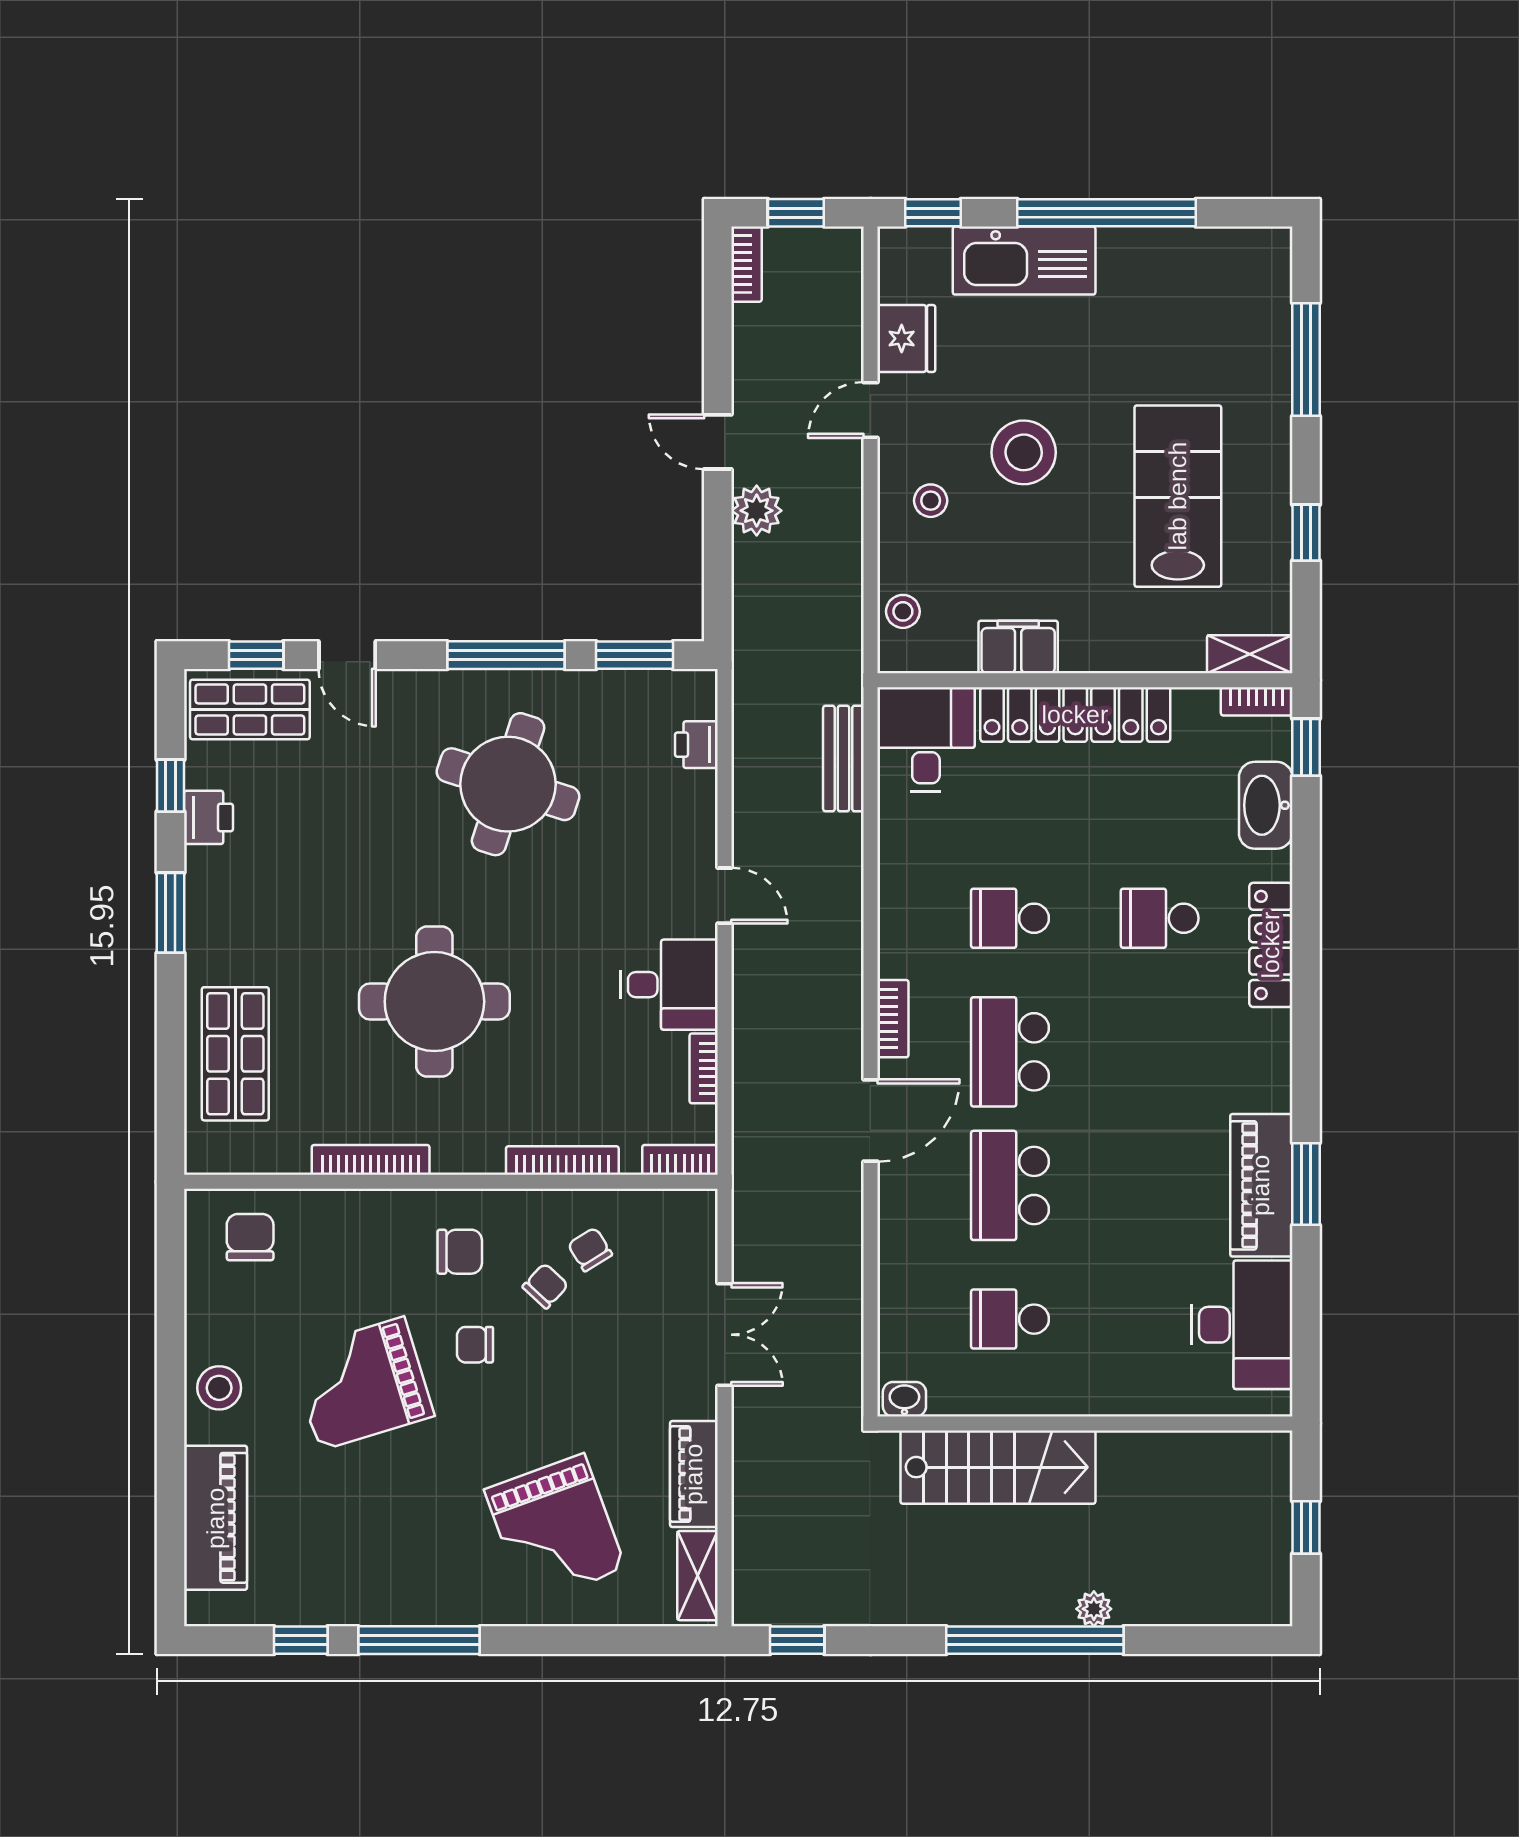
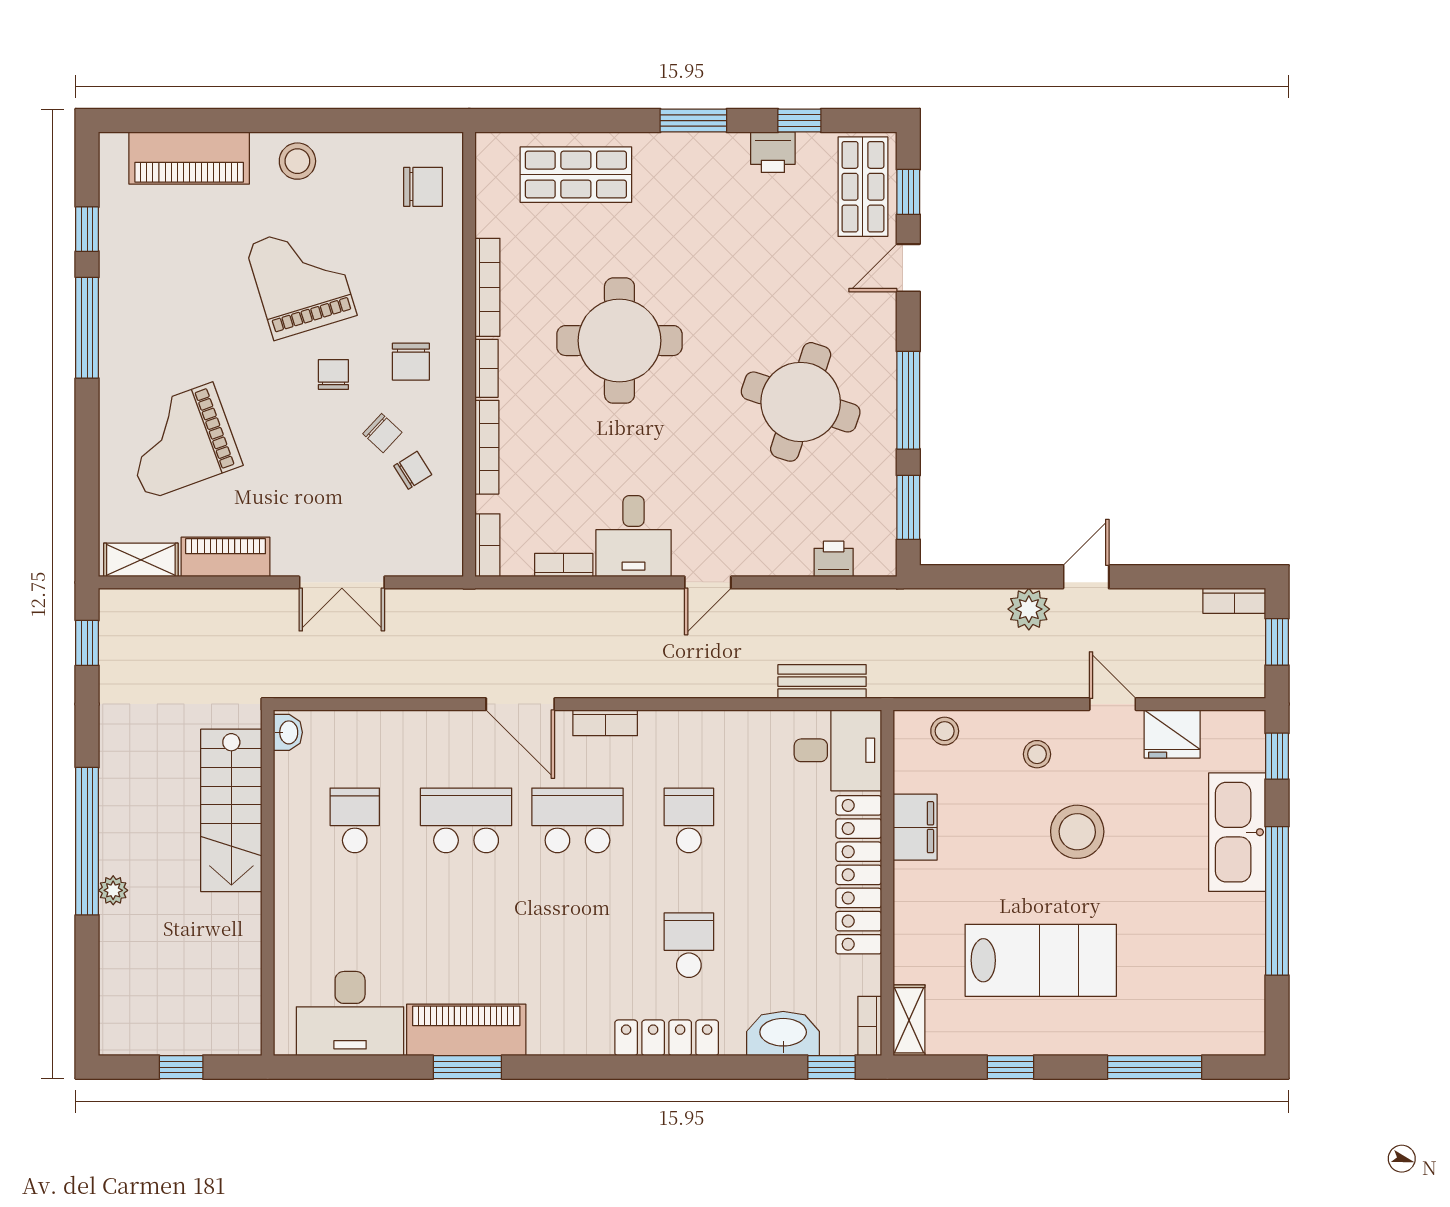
bookcase: (468, 1161) -> (486, 368), added

